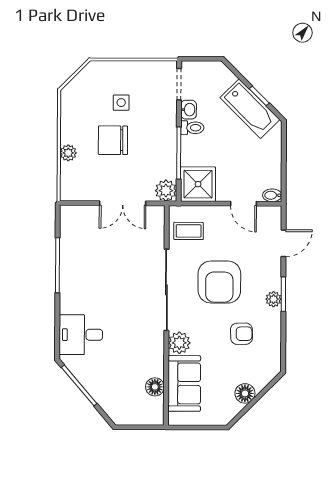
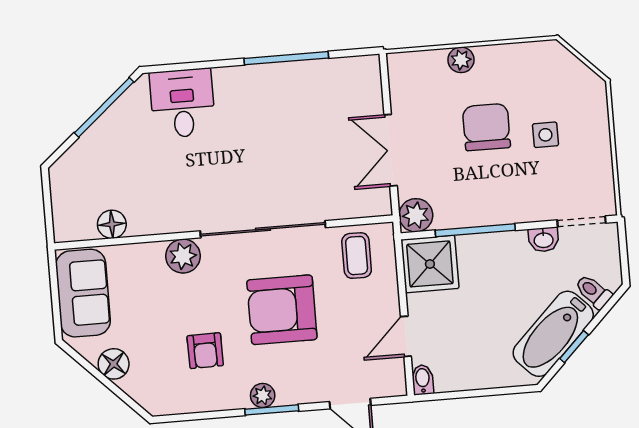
toilet: (192, 128) -> (593, 292), moved, turned 135
sofa: (184, 383) -> (83, 293), moved, turned -90

